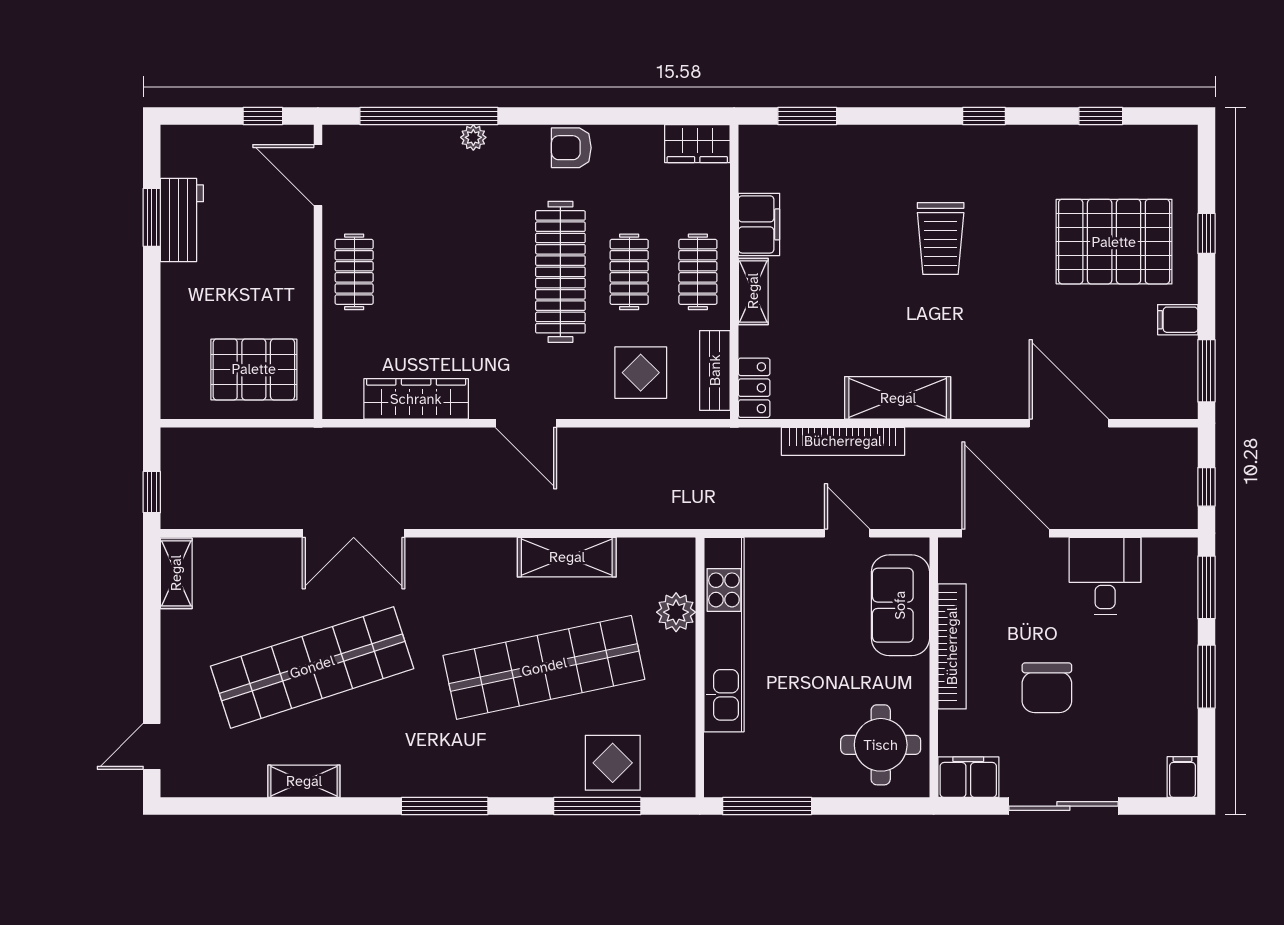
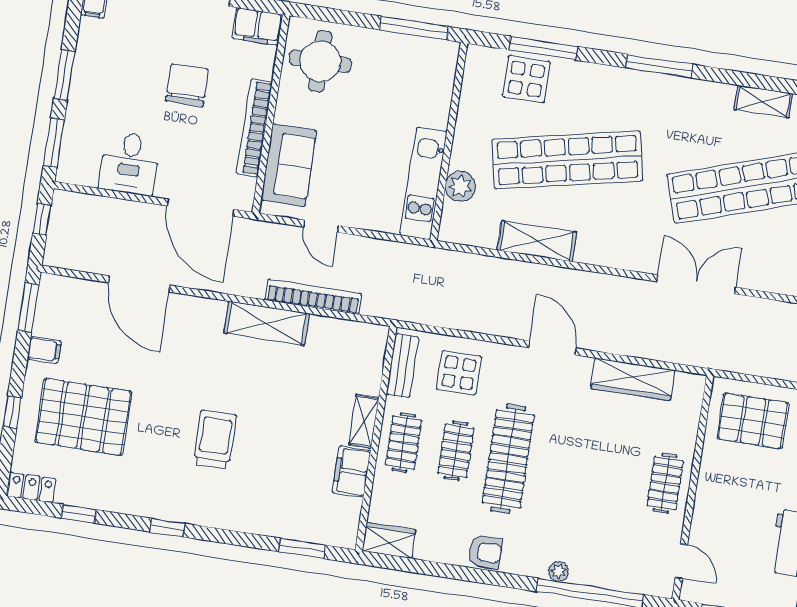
door: (318, 175) -> (681, 561), width x0.73
locker: (754, 388) -> (32, 488), moved, turned 90
kitchen unit: (724, 635) -> (423, 183), width x0.73

